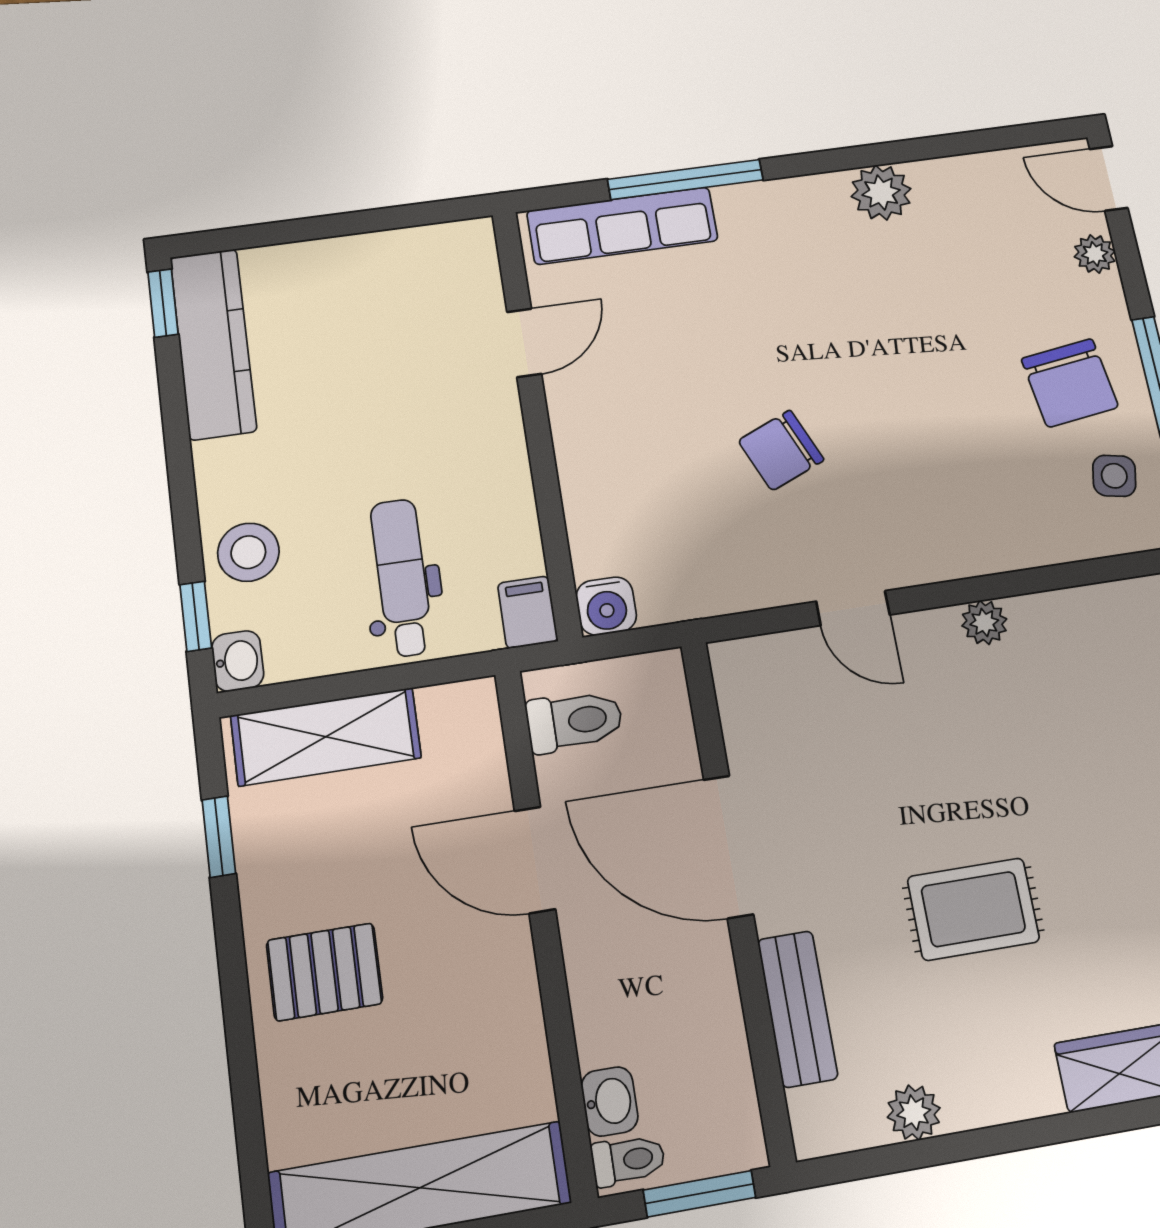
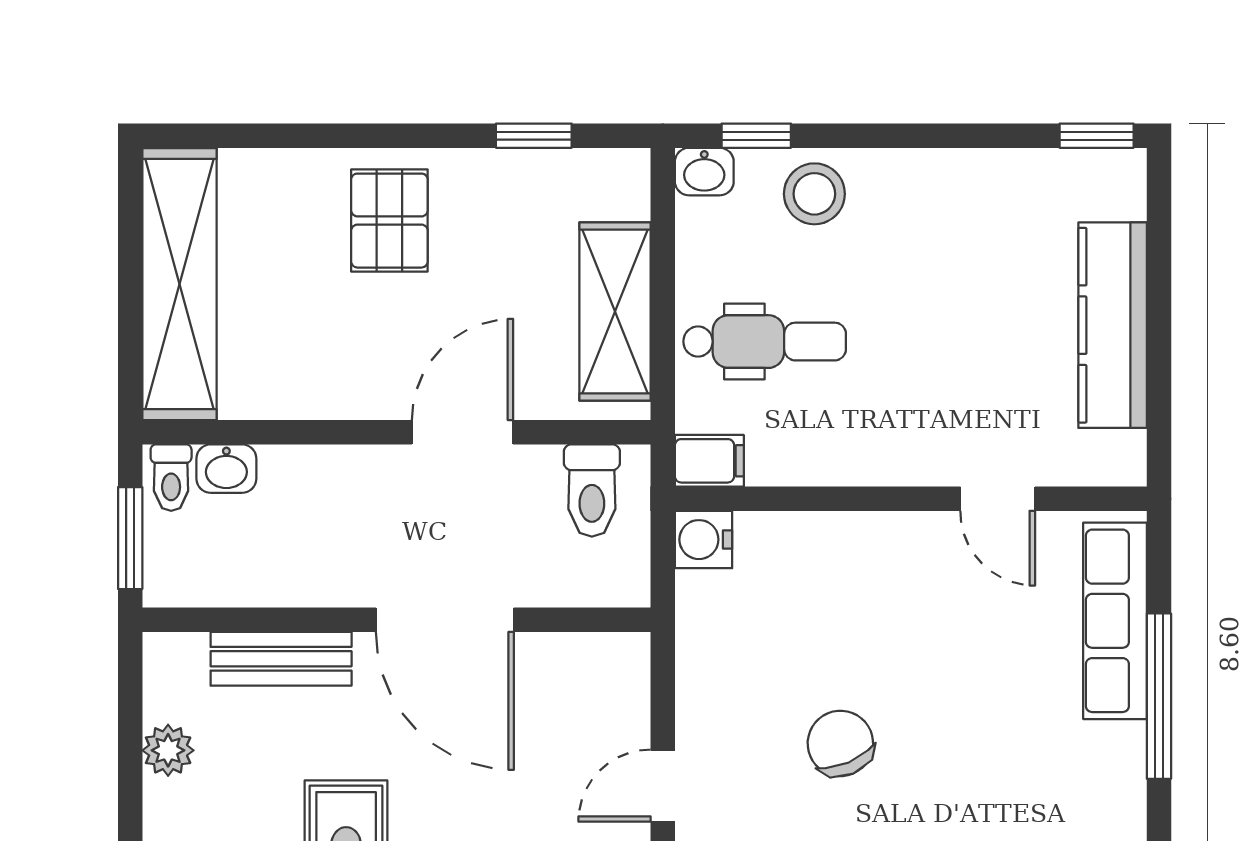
kitchen counter: (213, 344) -> (1113, 325), moved, turned 90
shelving: (326, 737) -> (615, 311), moved
door: (728, 847) -> (445, 620), swing flipped

